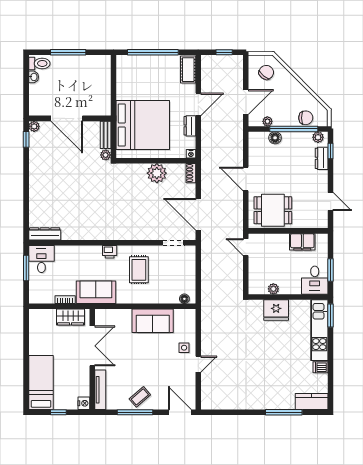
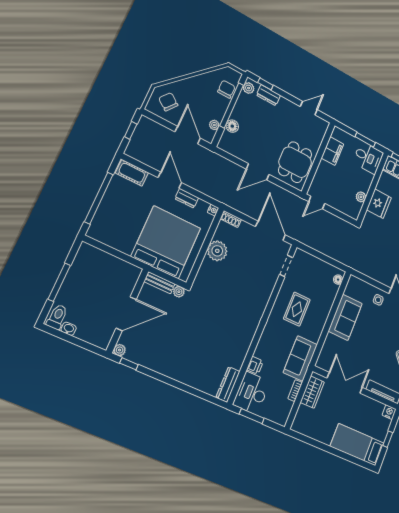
door: (198, 214) -> (271, 231), swing flipped
printer: (110, 252) -> (255, 365), moved
desk: (41, 259) -> (252, 393), width x1.37
rug: (139, 270) -> (297, 309), turned 90

